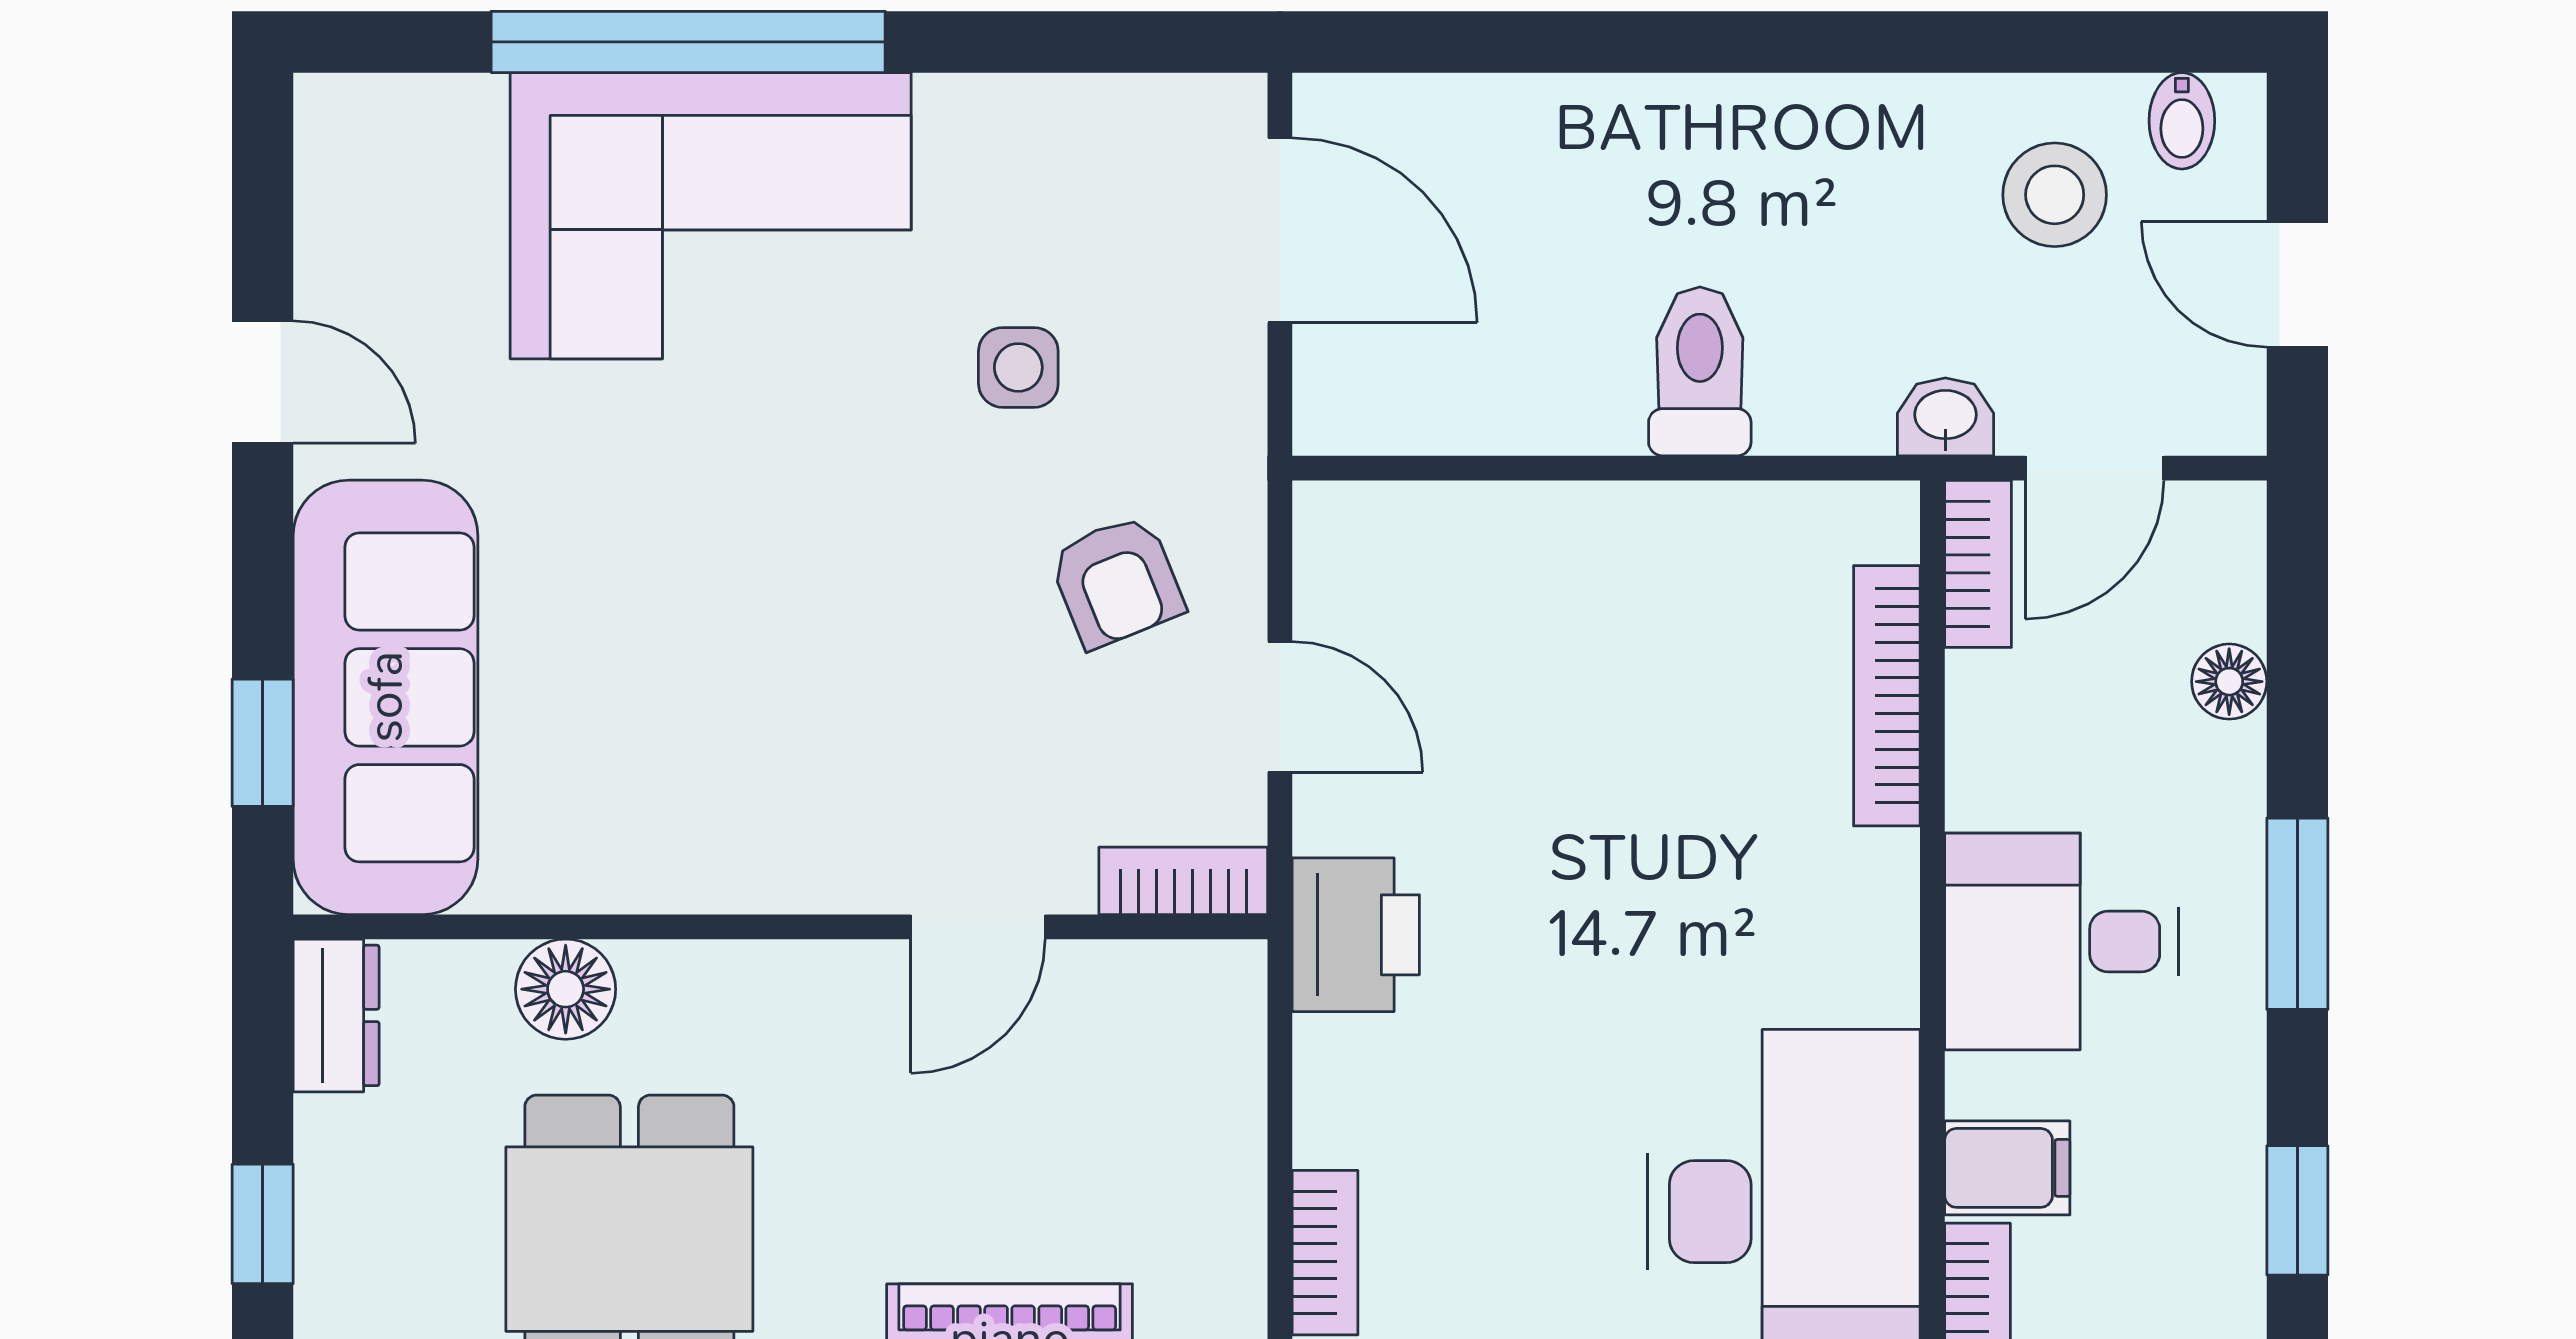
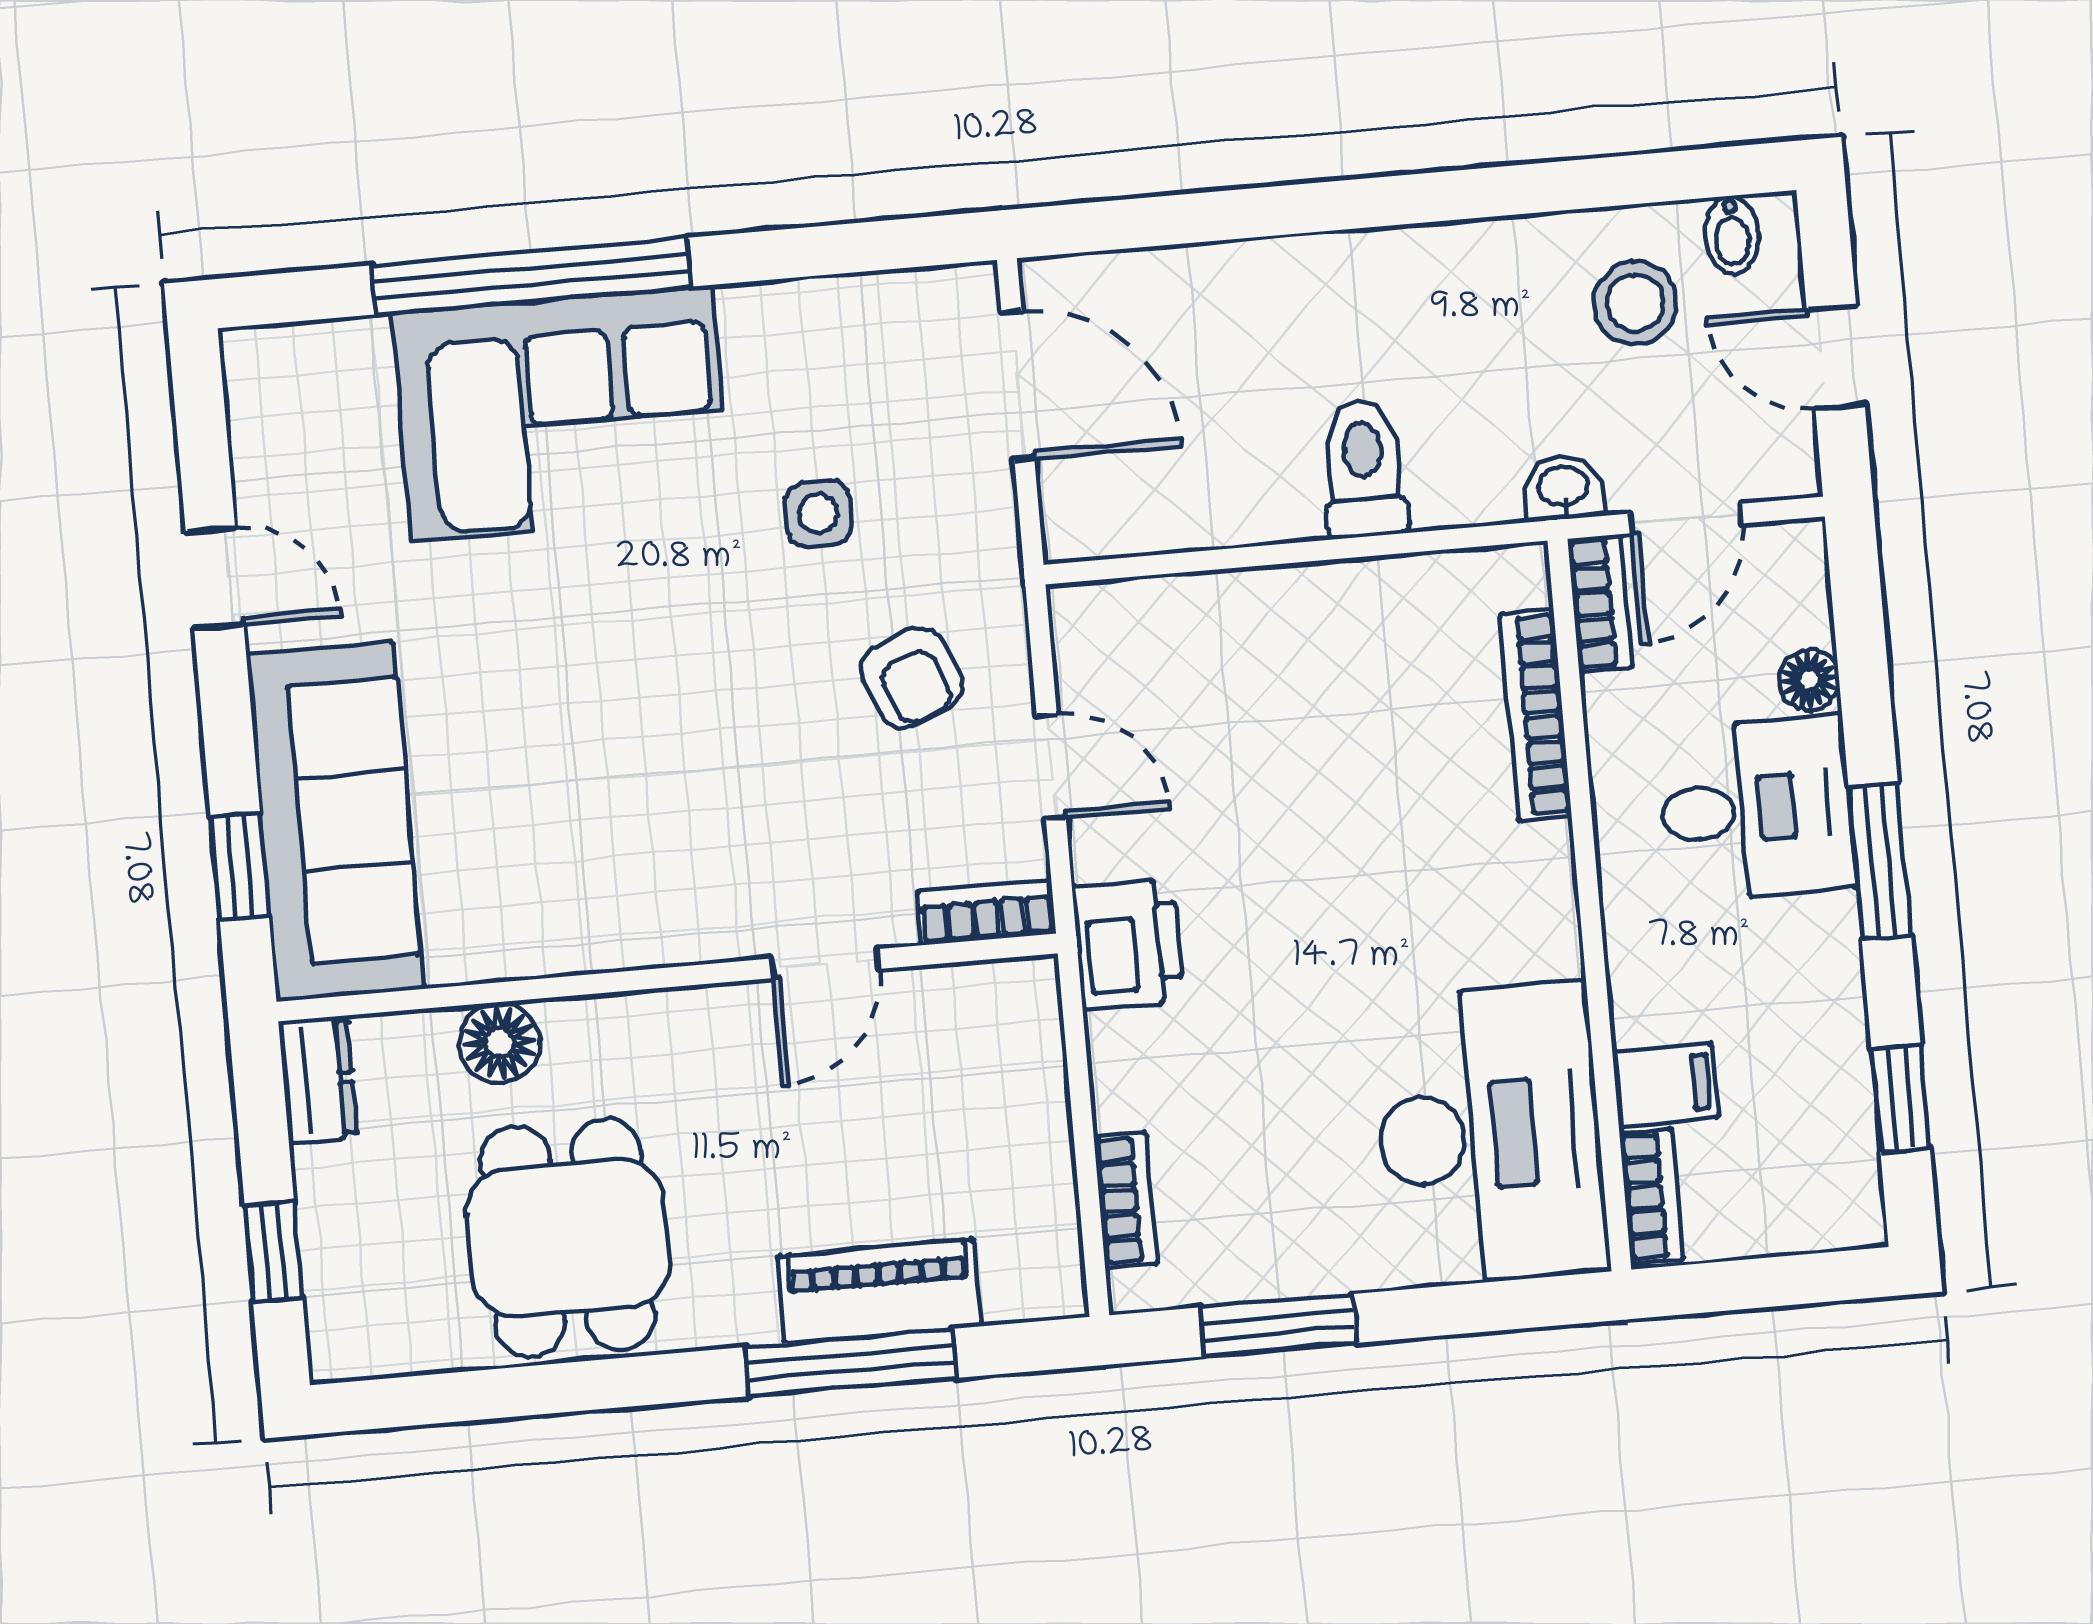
desk: (2062, 941) -> (1756, 809), moved, turned 180

